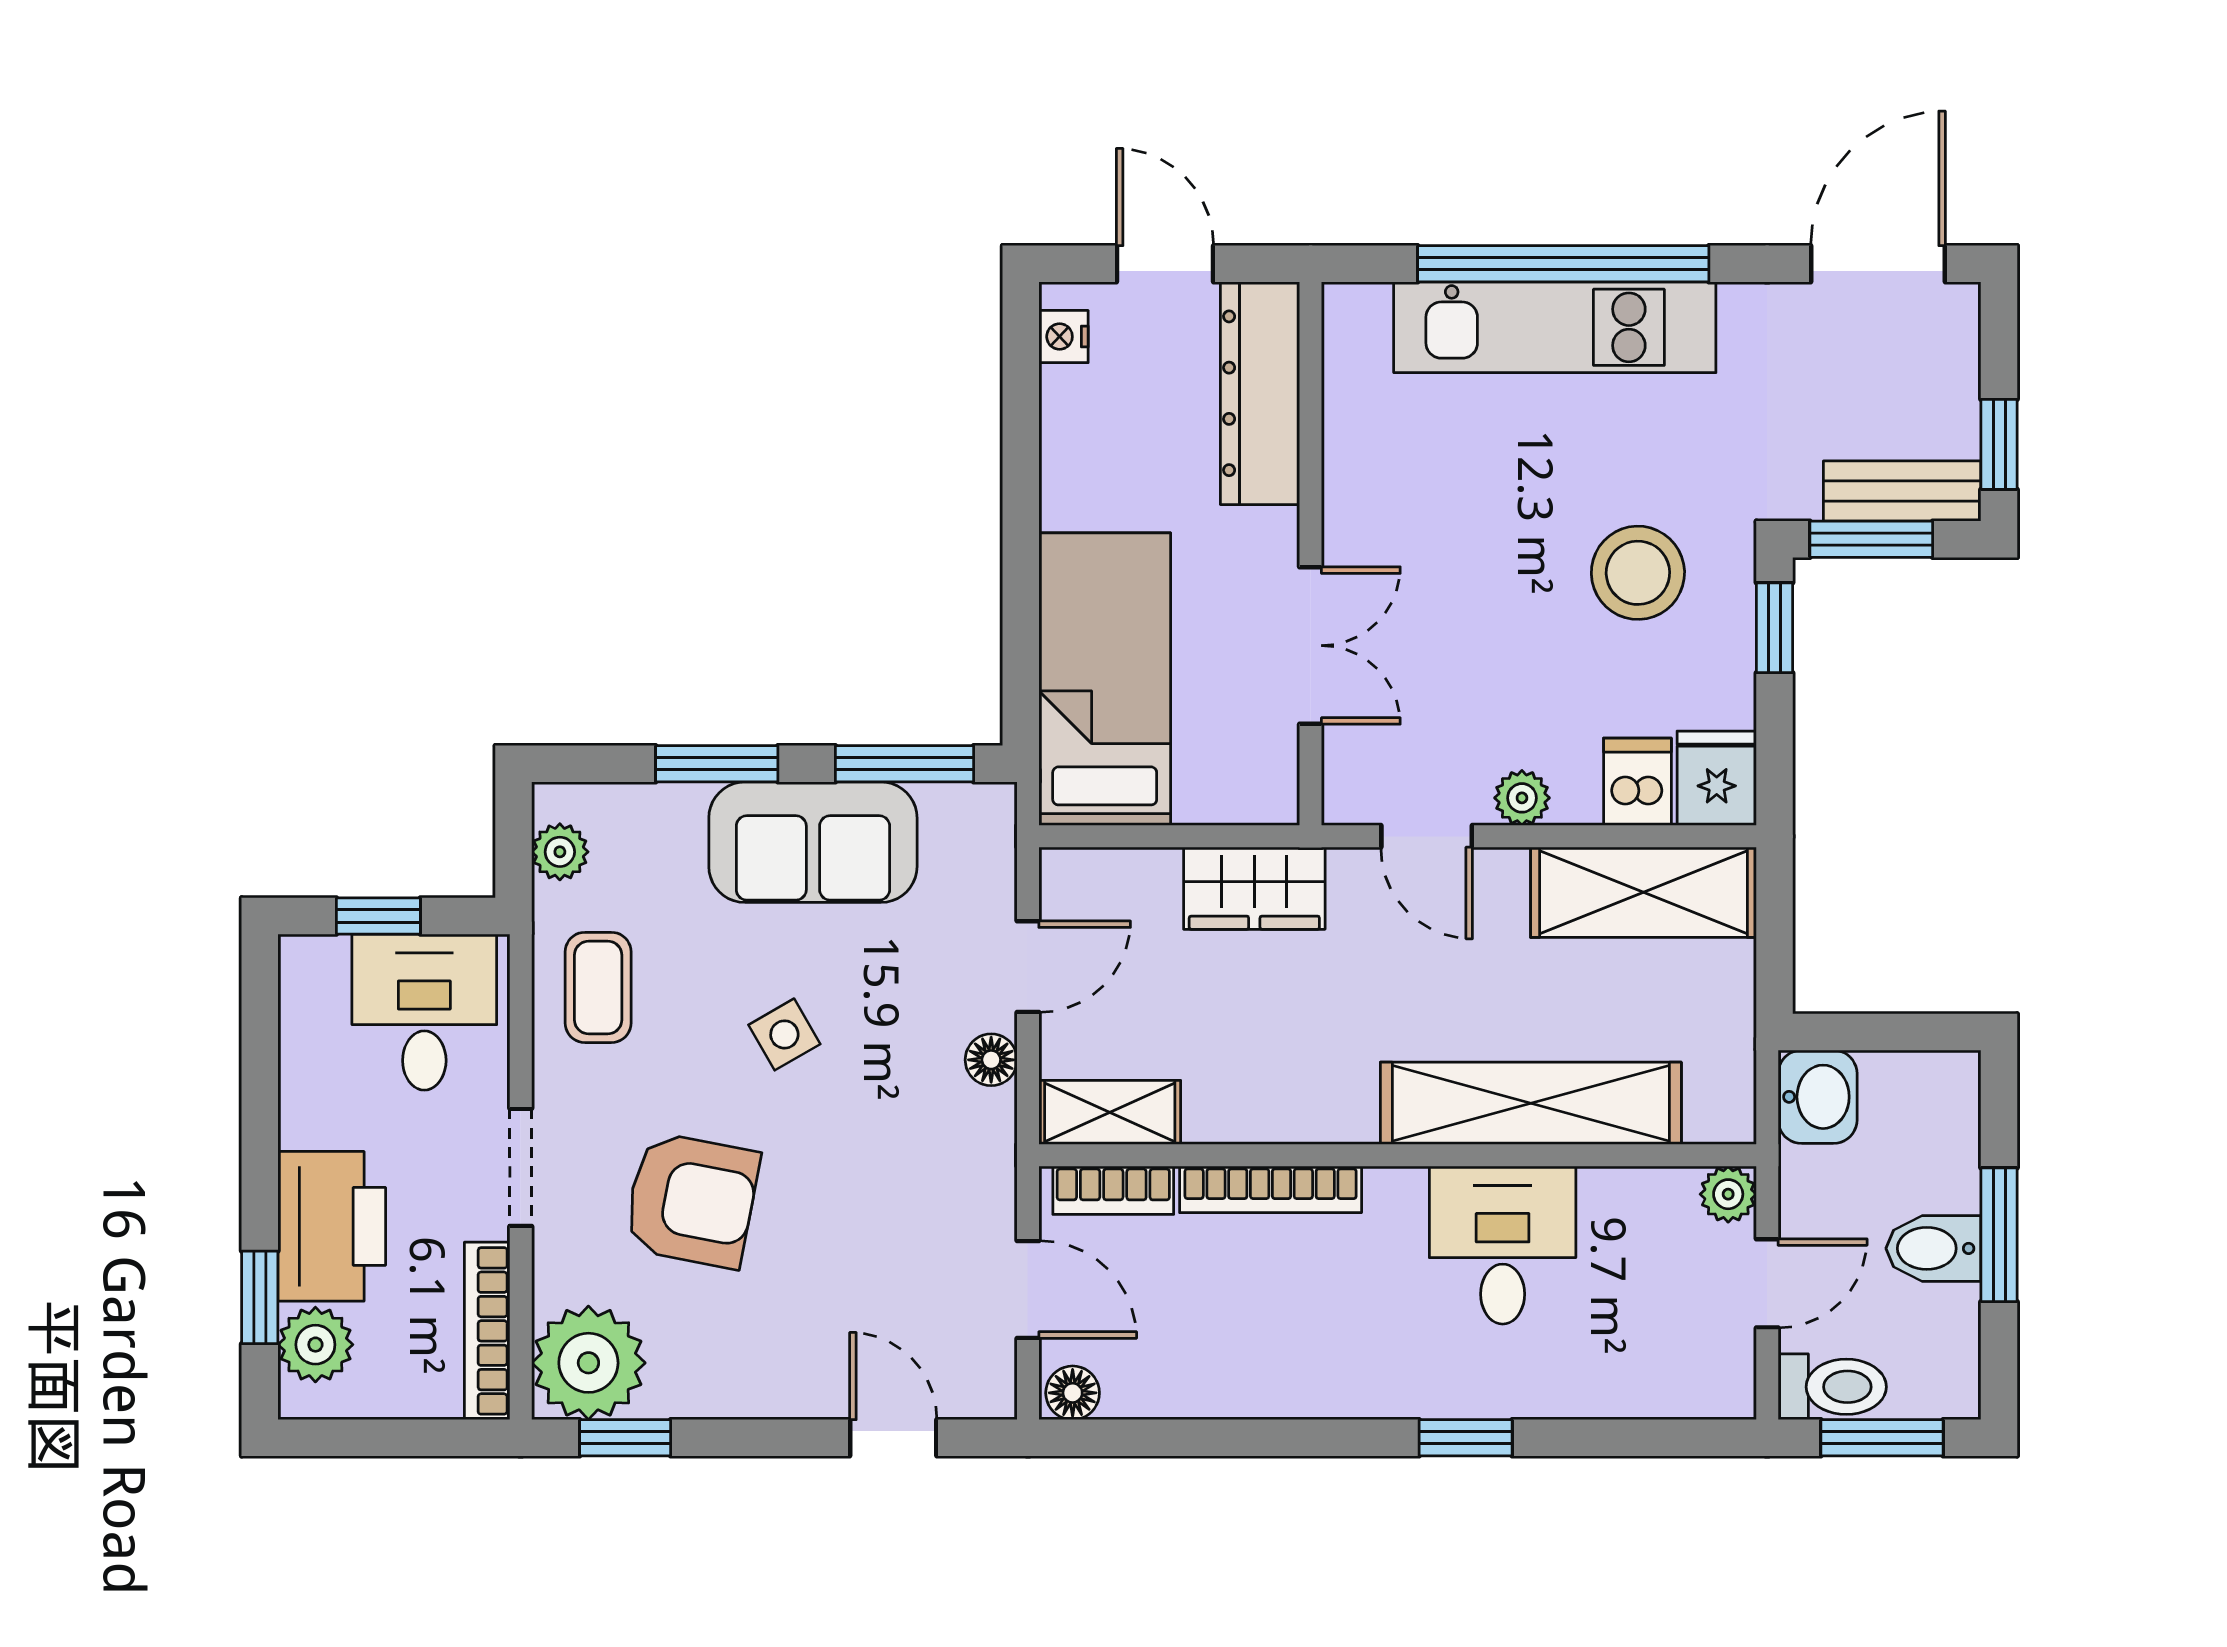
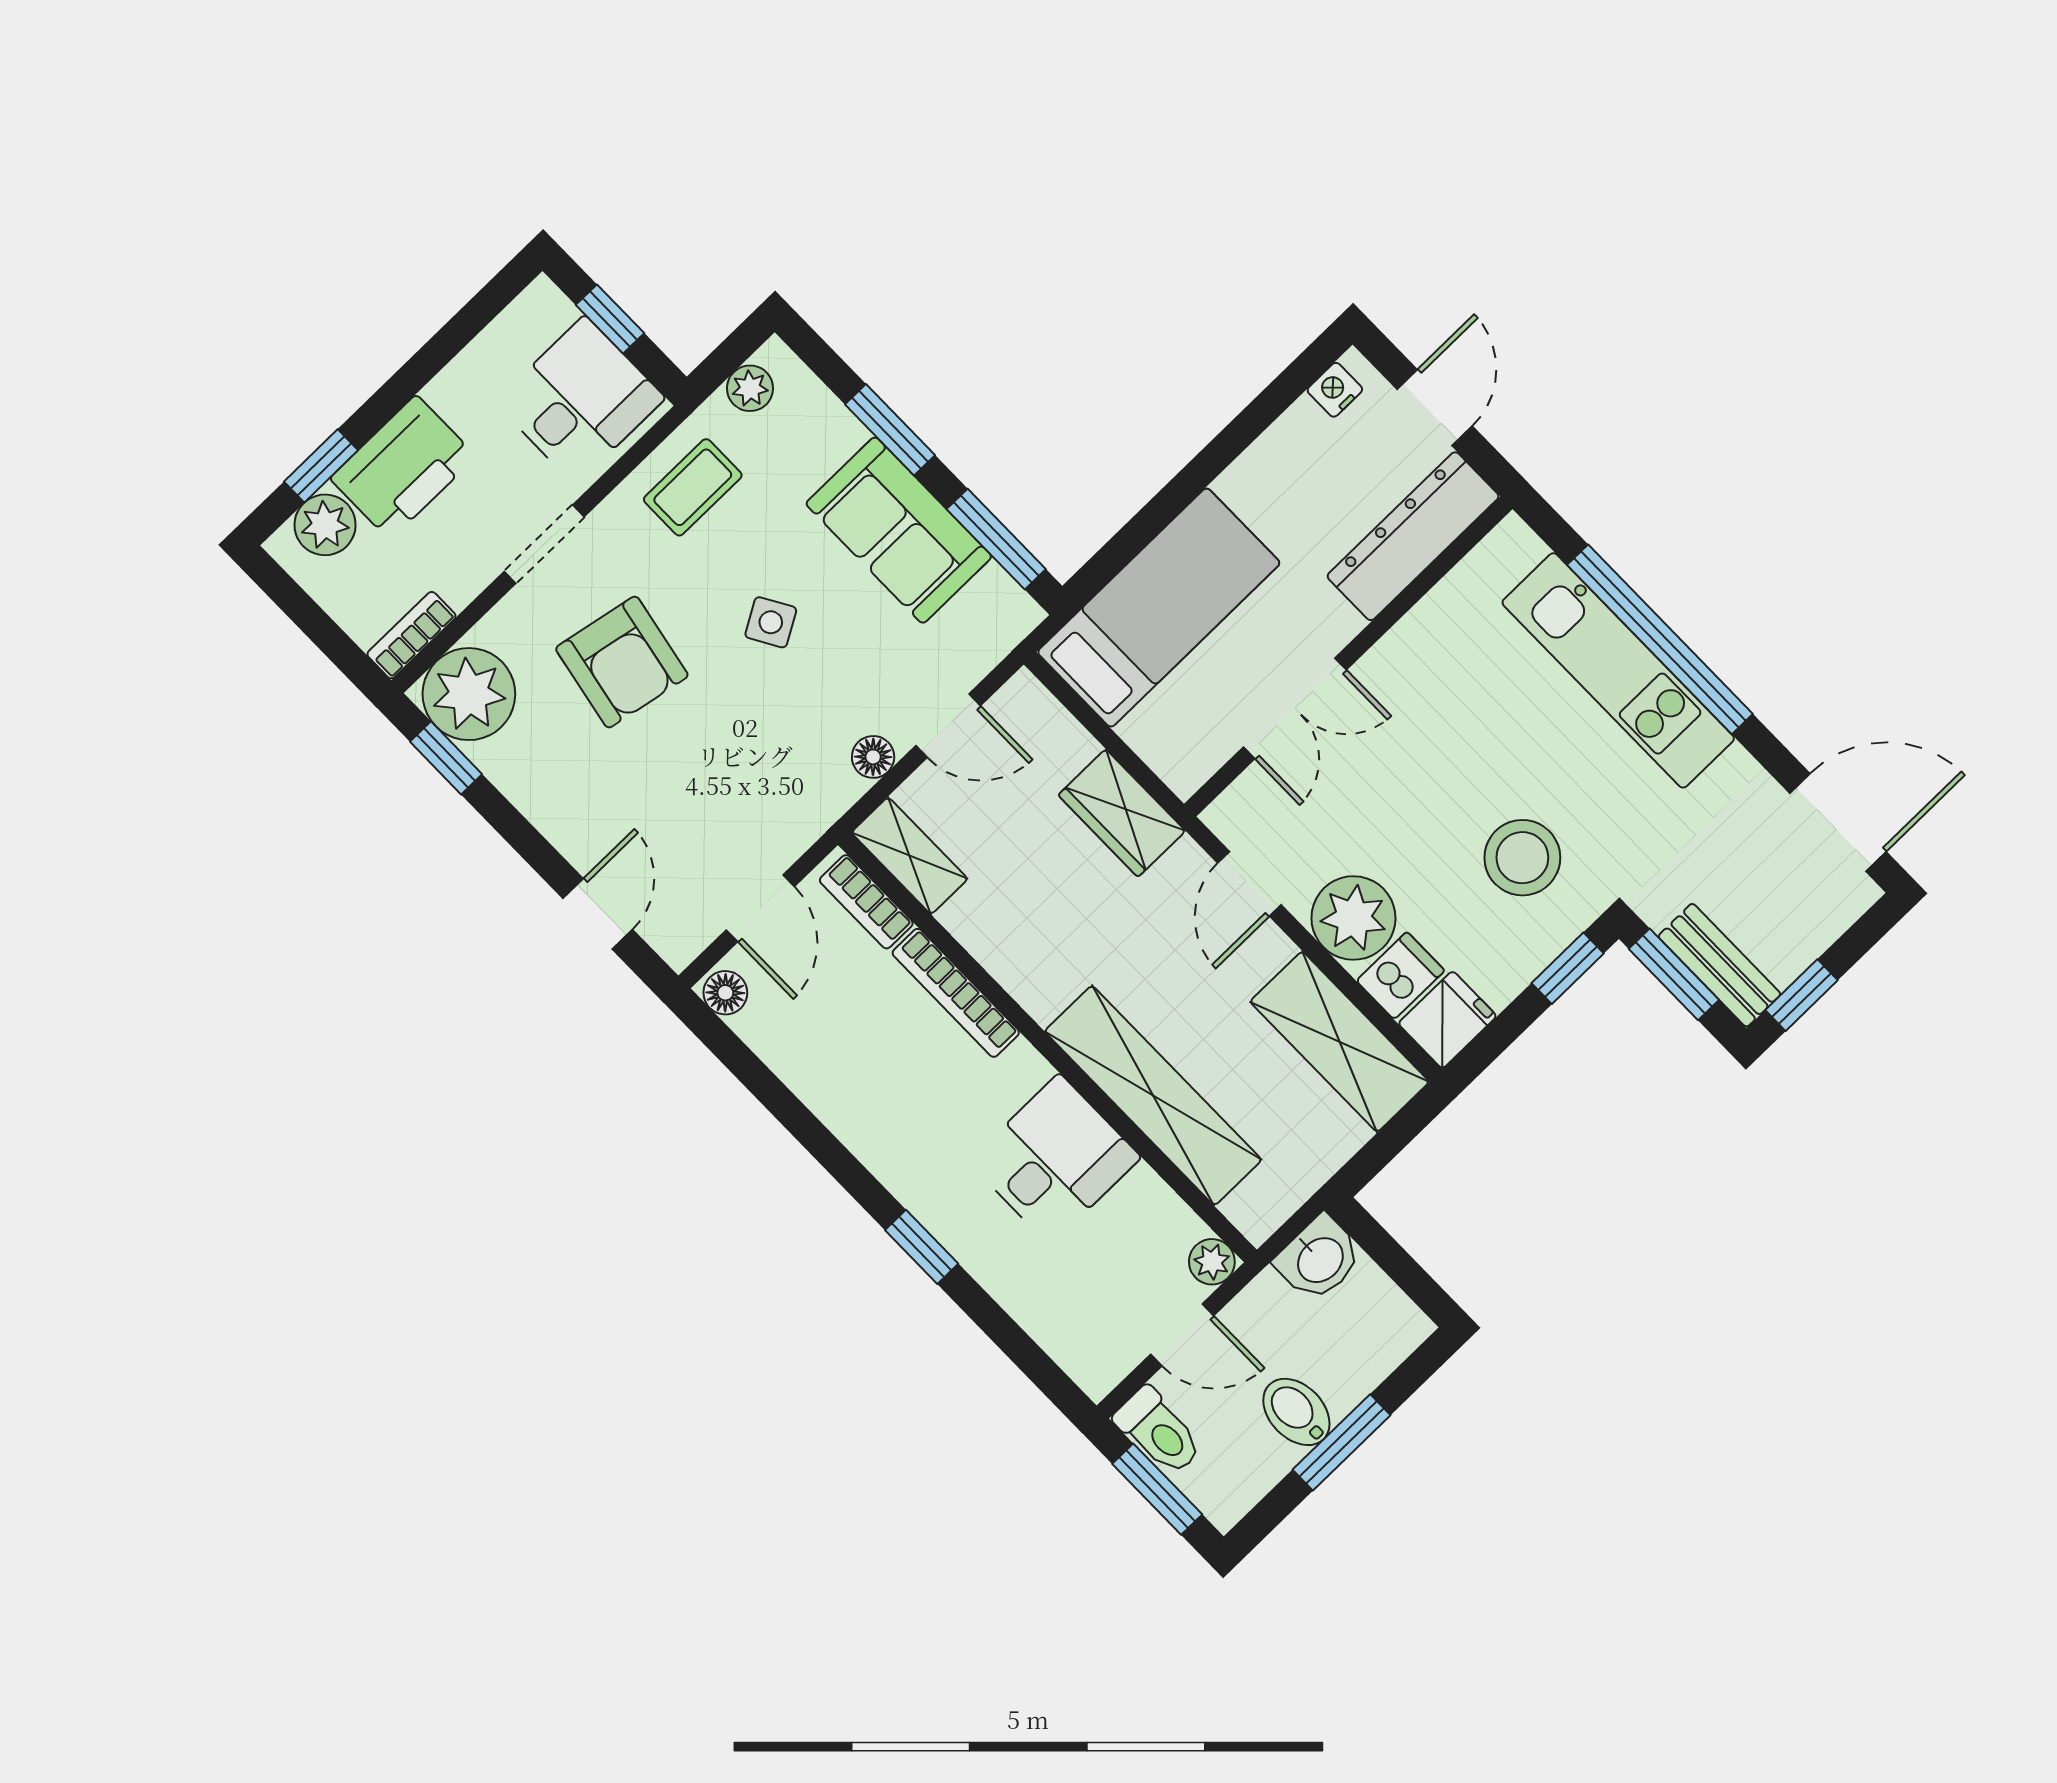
plant: (1522, 798) -> (1353, 918), width x1.88, depth x1.88
bookcase: (487, 1331) -> (411, 635), width x0.64

